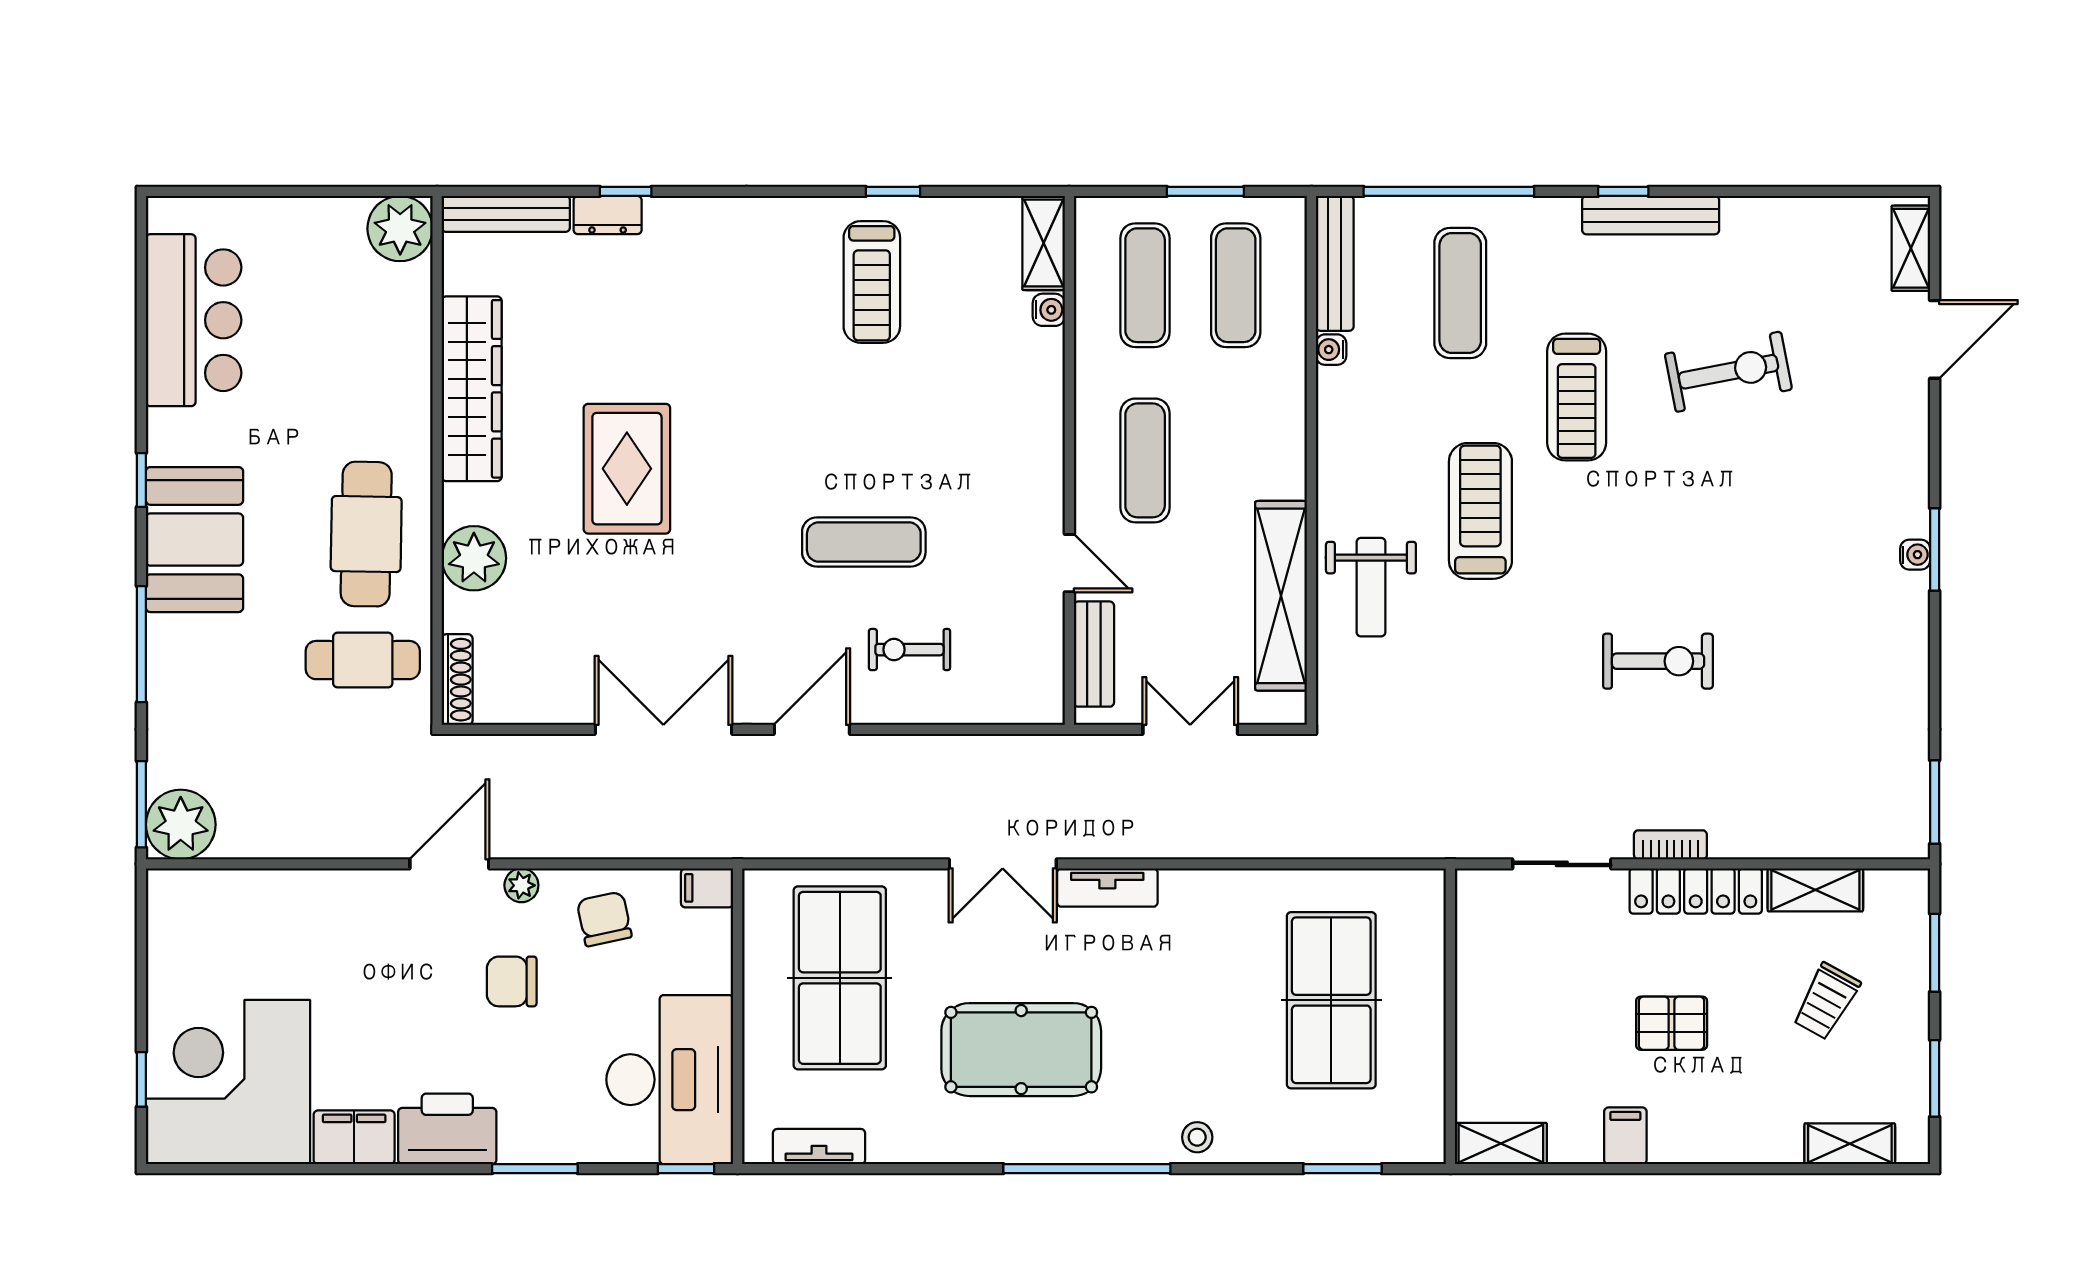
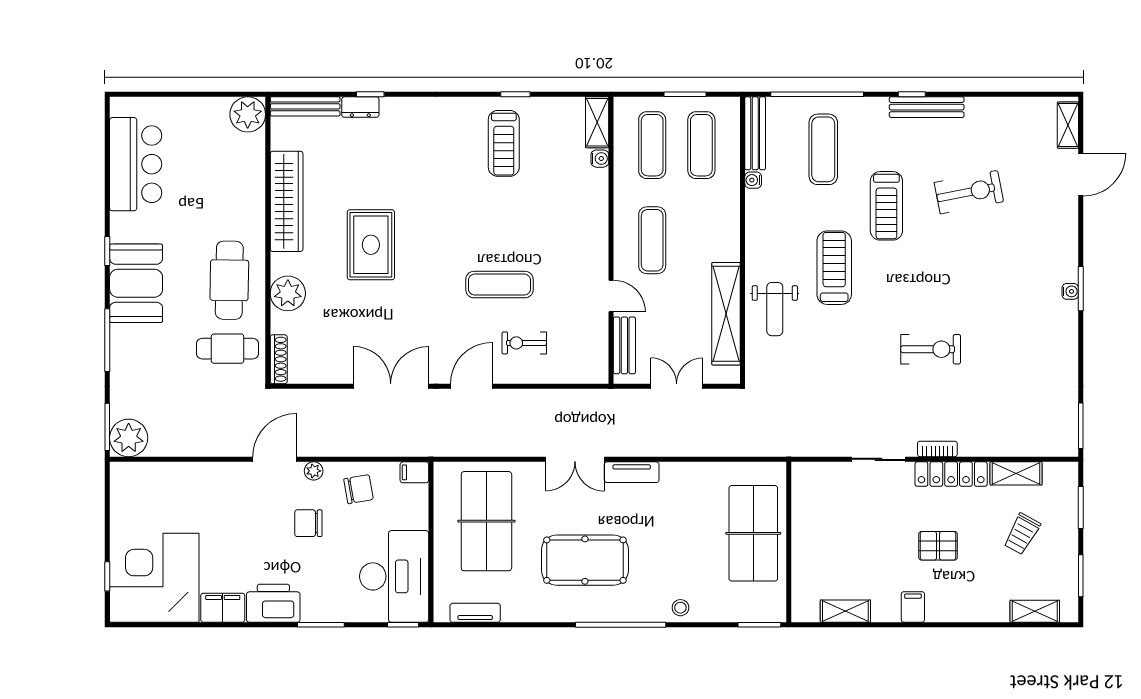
chair: (604, 919) -> (359, 489), turned 92
wall: (1450, 1016) -> (789, 542), moved

